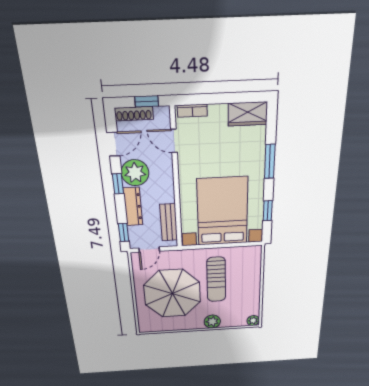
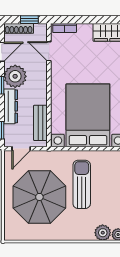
sun lounger: (216, 280) -> (82, 184), turned 180
plant: (212, 322) -> (103, 233), moved

